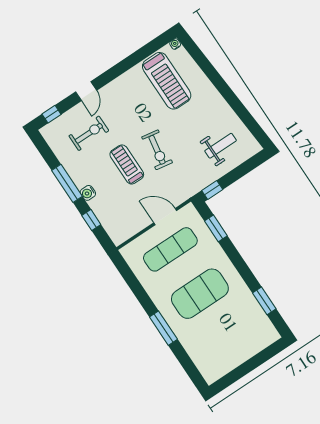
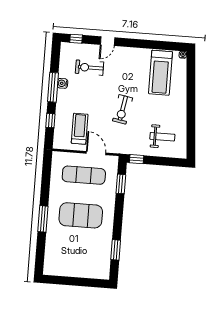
exercise bike: (89, 133) -> (89, 68), turned 180
treadmill: (127, 164) -> (80, 129), moved
water cooler: (88, 193) -> (62, 83), moved

